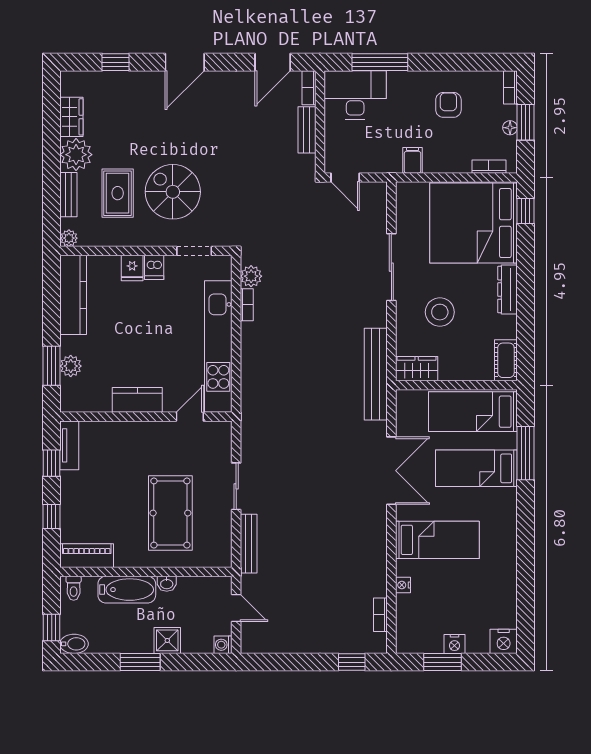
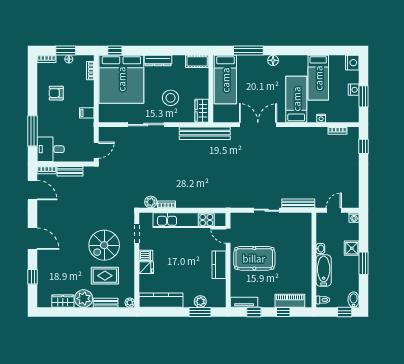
desk: (355, 95) -> (51, 149), width x0.73
bed: (476, 468) -> (318, 78), moved
floor lamp: (508, 498) -> (273, 60), added
pool table: (170, 513) -> (254, 258), moved
piano: (87, 556) -> (290, 301), moved, turned 90

